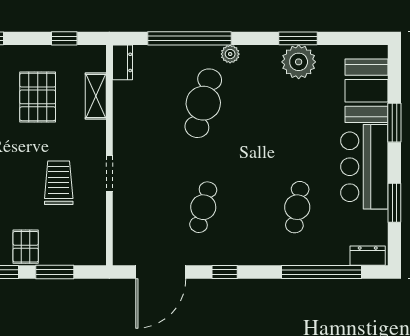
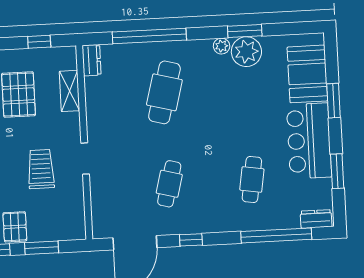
plant: (230, 54) -> (222, 46), moved

